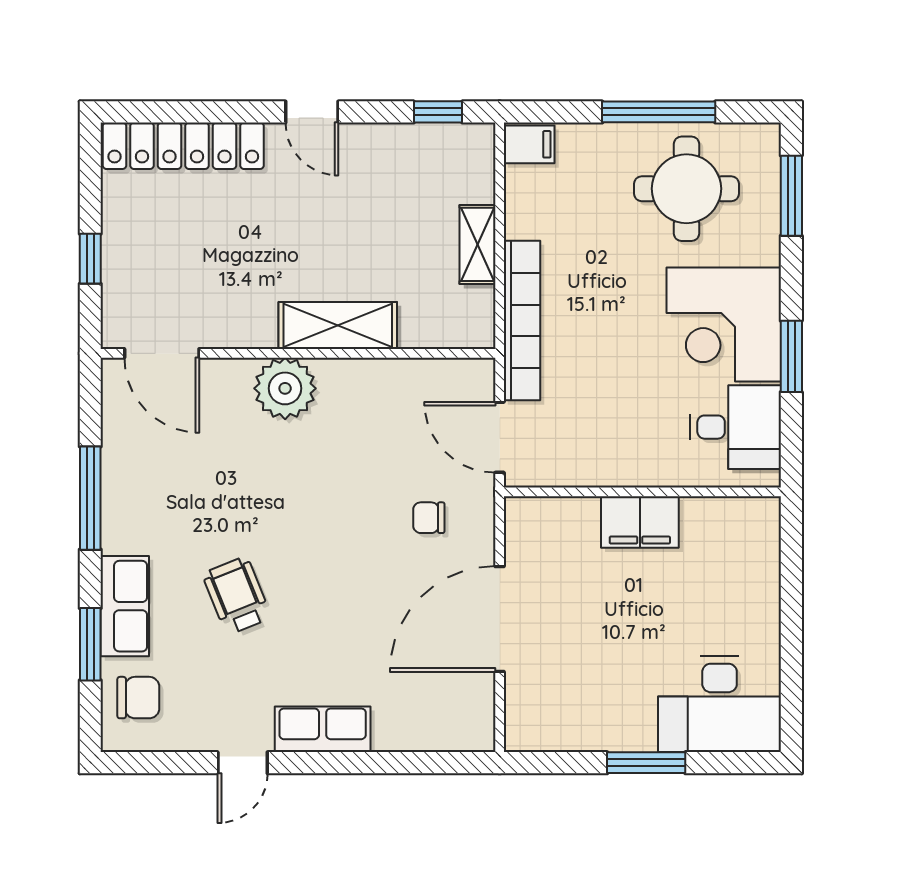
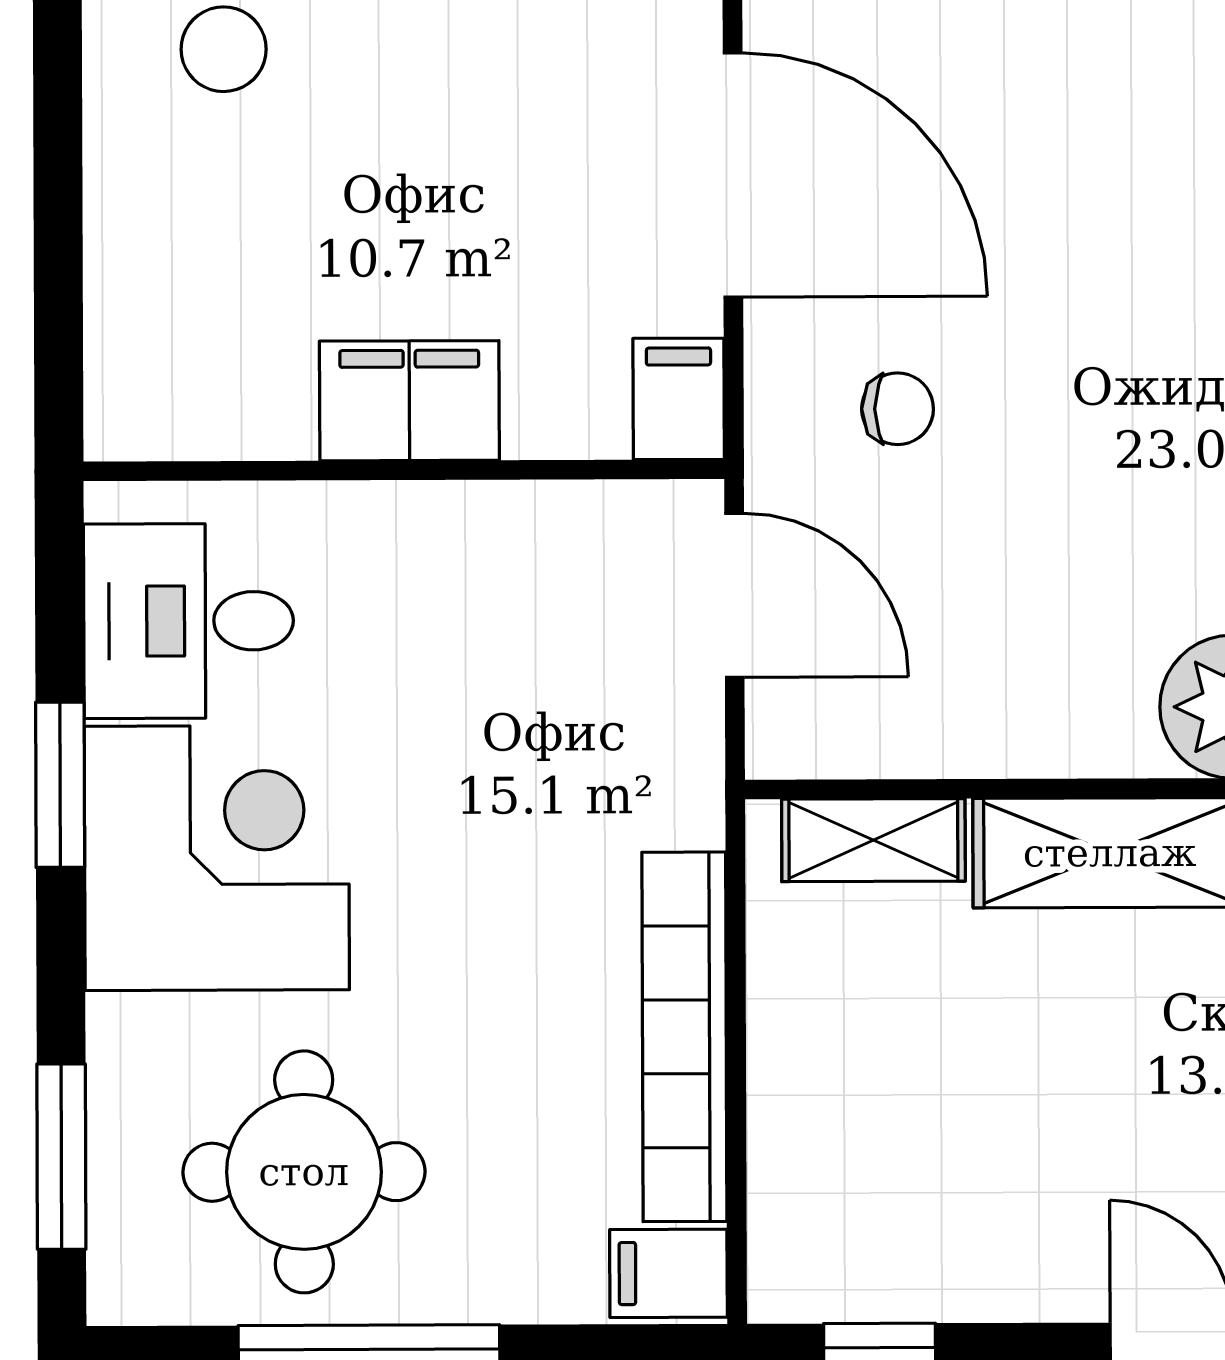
shelving: (478, 244) -> (873, 840), moved, turned 90
bookcase: (522, 320) -> (684, 1037), moved
filing cabinet: (523, 522) -> (679, 399), added
door: (500, 619) -> (733, 175), hinge flipped

